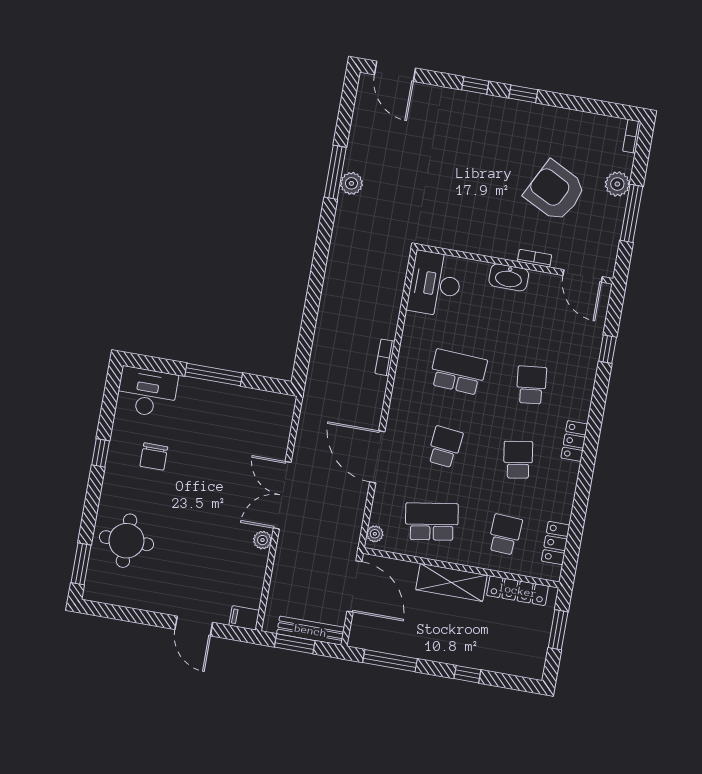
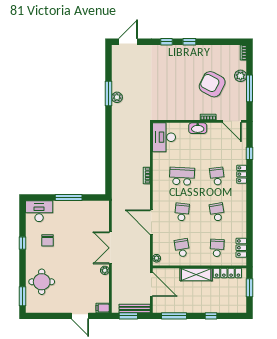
door: (395, 71) -> (128, 42), swing flipped
locker: (574, 441) -> (242, 174), moved
school desk: (432, 522) -> (182, 248), width x0.54

